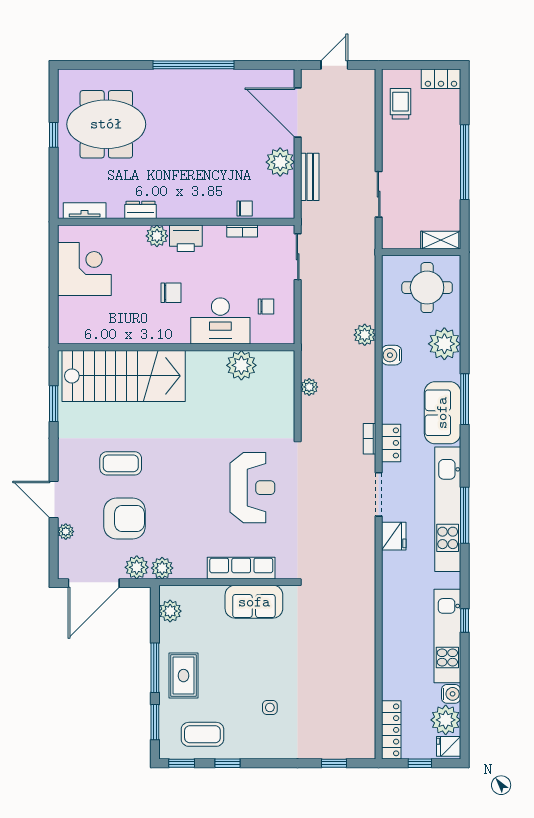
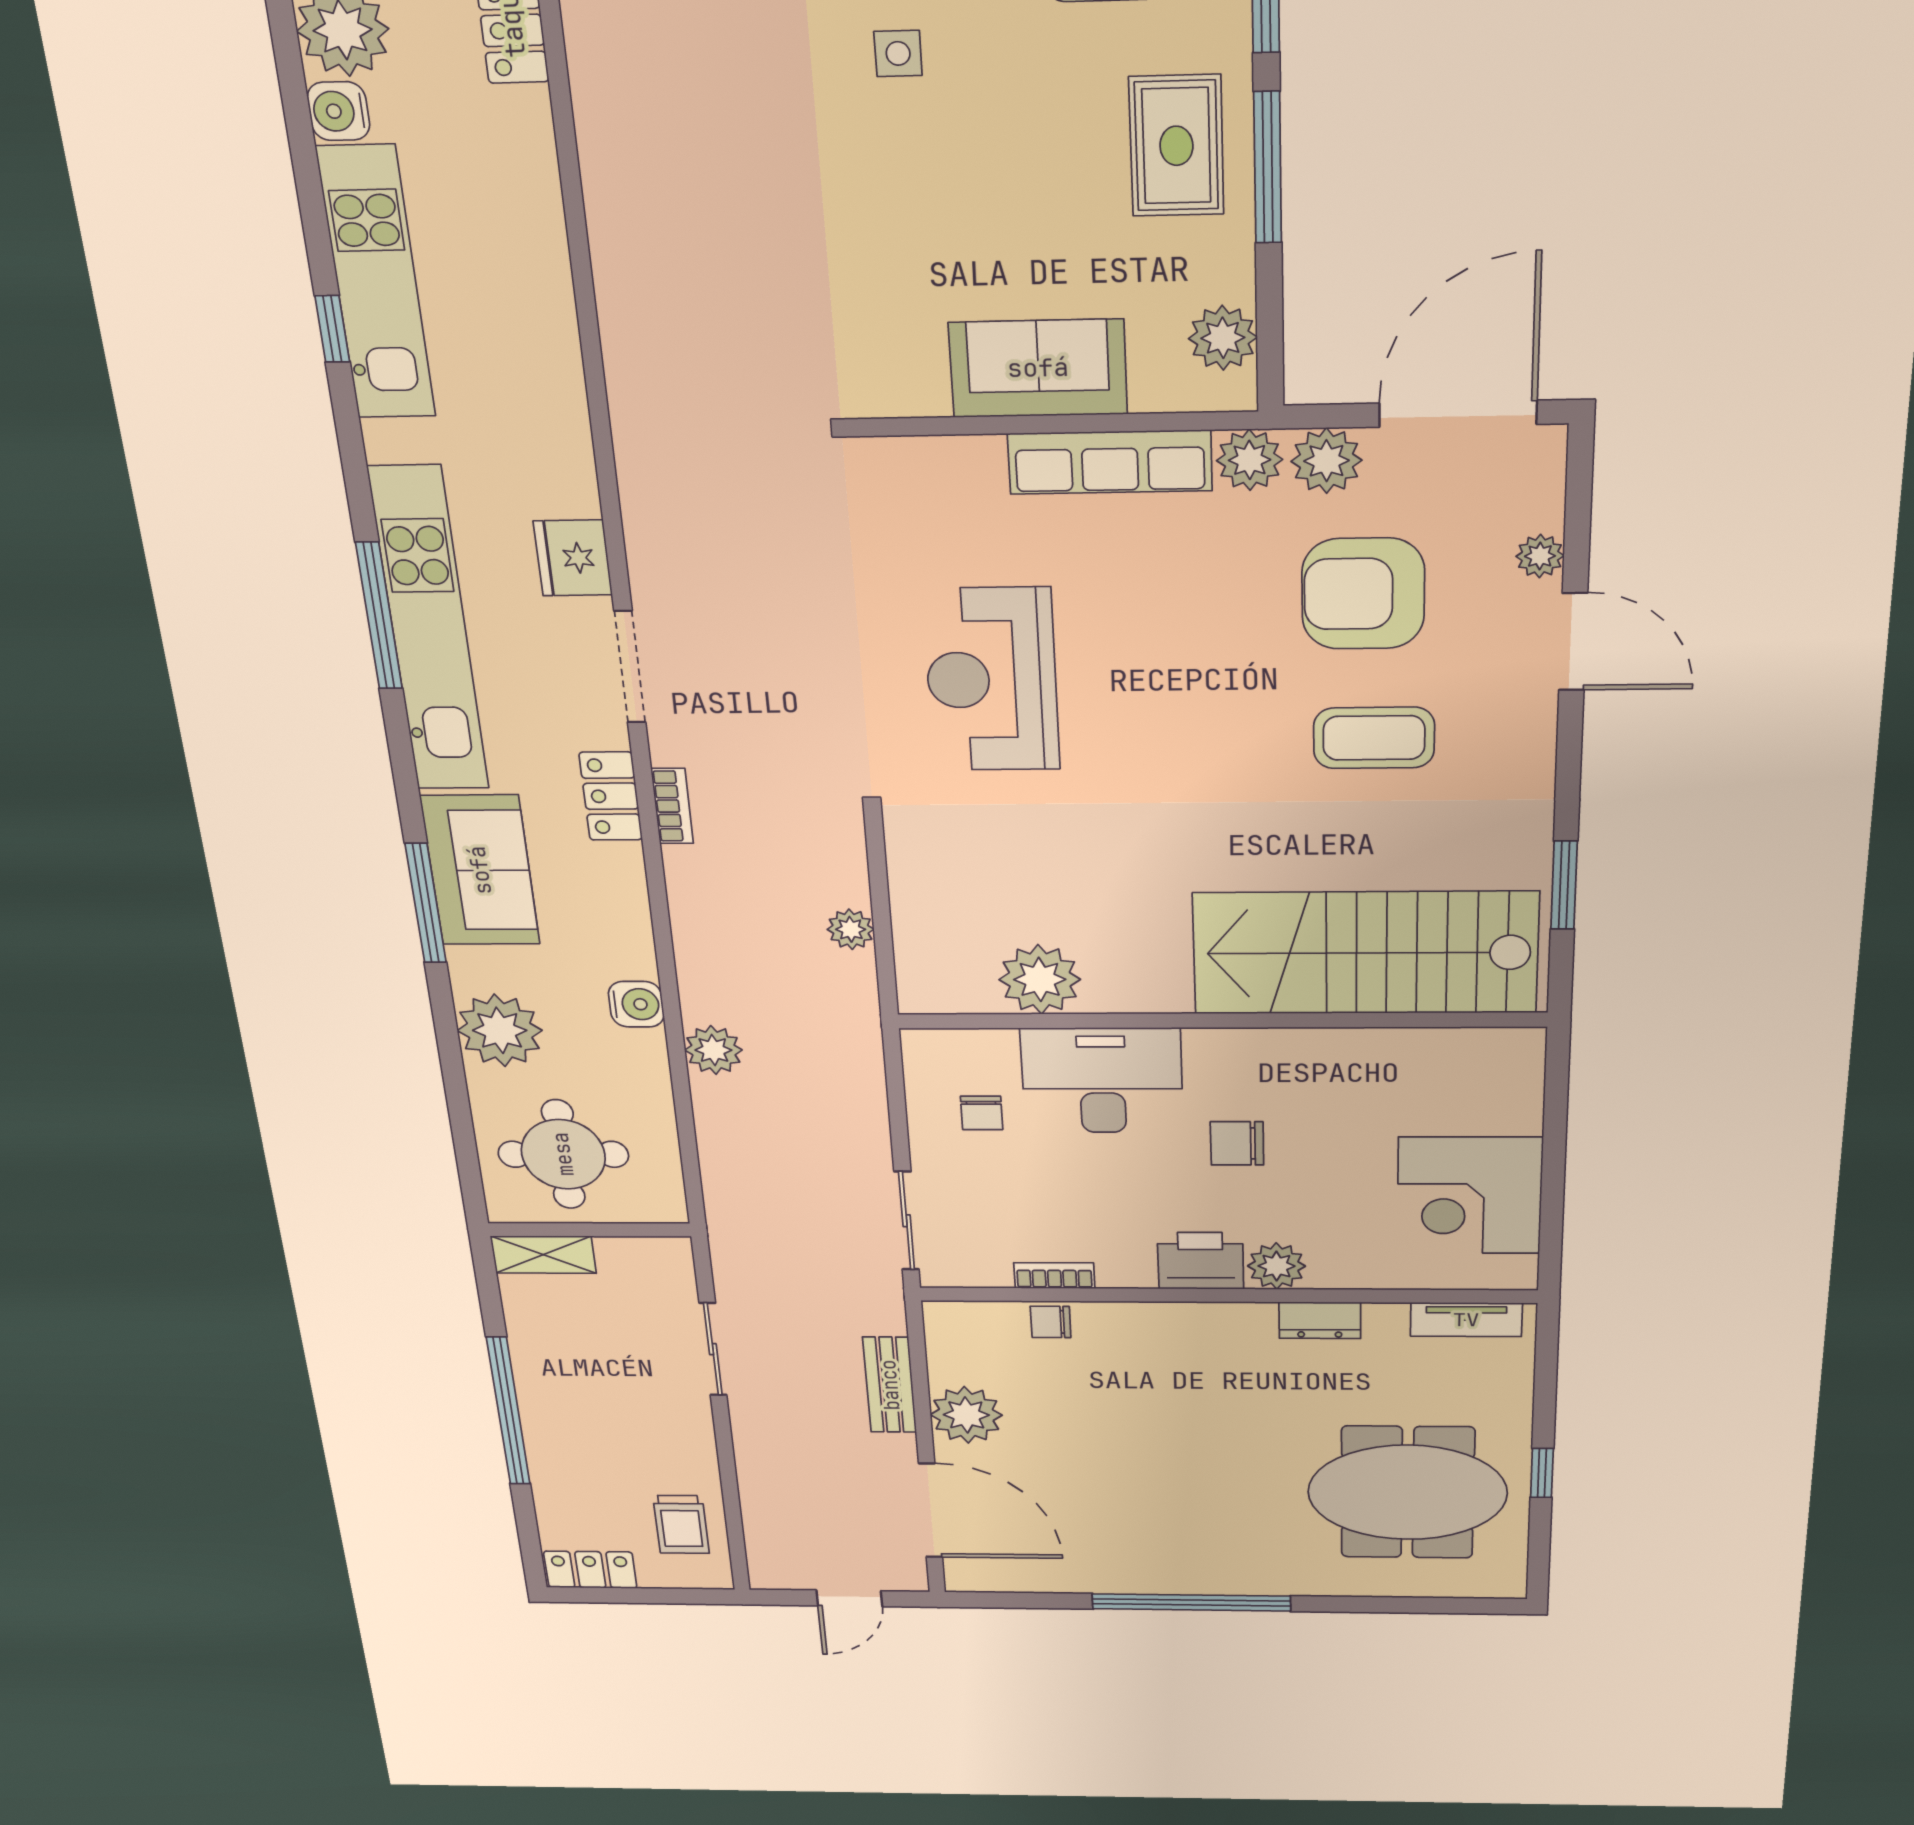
chair: (266, 307) -> (982, 1113), turned -90
row of seats: (241, 568) -> (1110, 462), moved
sofa: (254, 602) -> (1038, 368), moved

